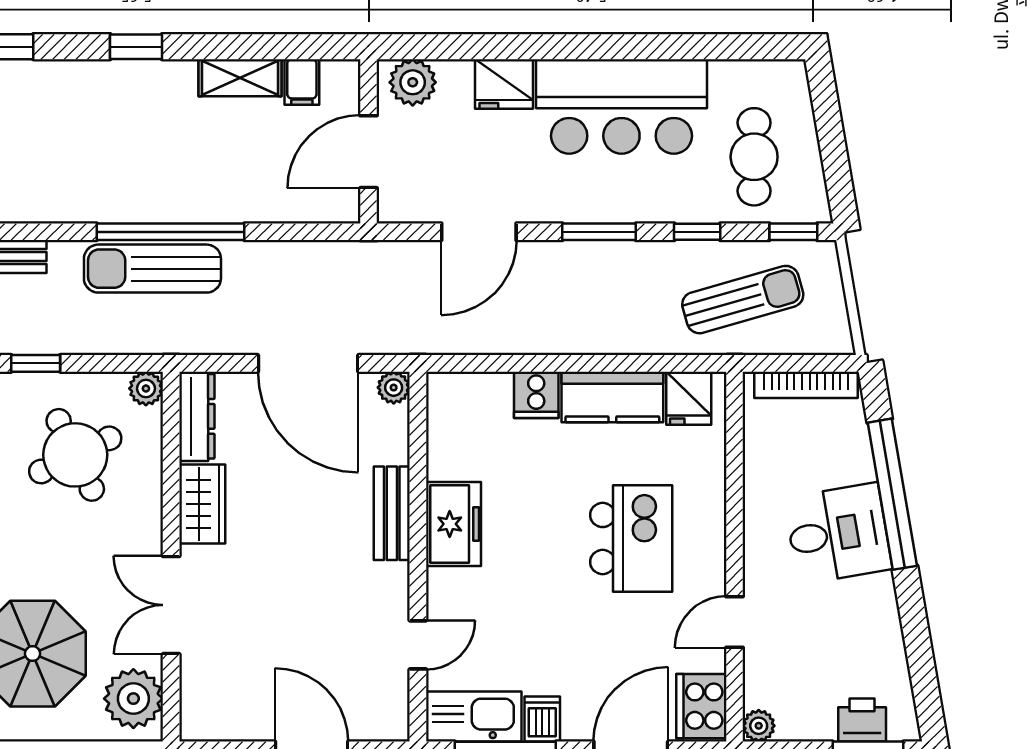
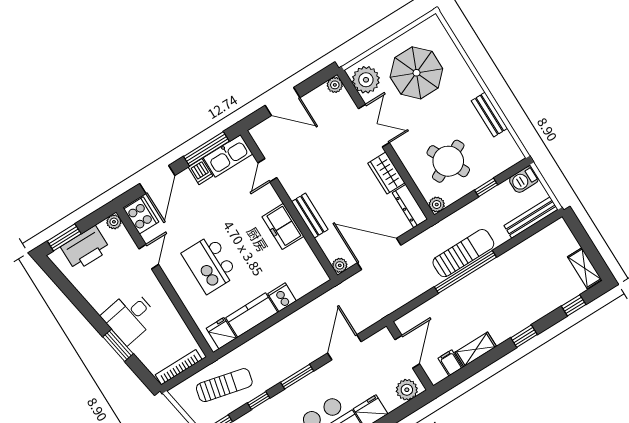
sun lounger: (743, 300) -> (224, 385), turned -151
window: (892, 494) -> (118, 345), width x0.47
printer: (862, 720) -> (85, 248), width x1.87, depth x1.48
plant: (196, 725) -> (335, 85), added

